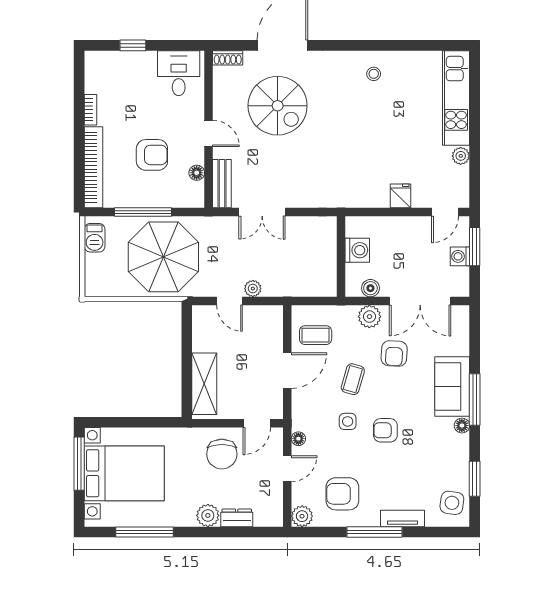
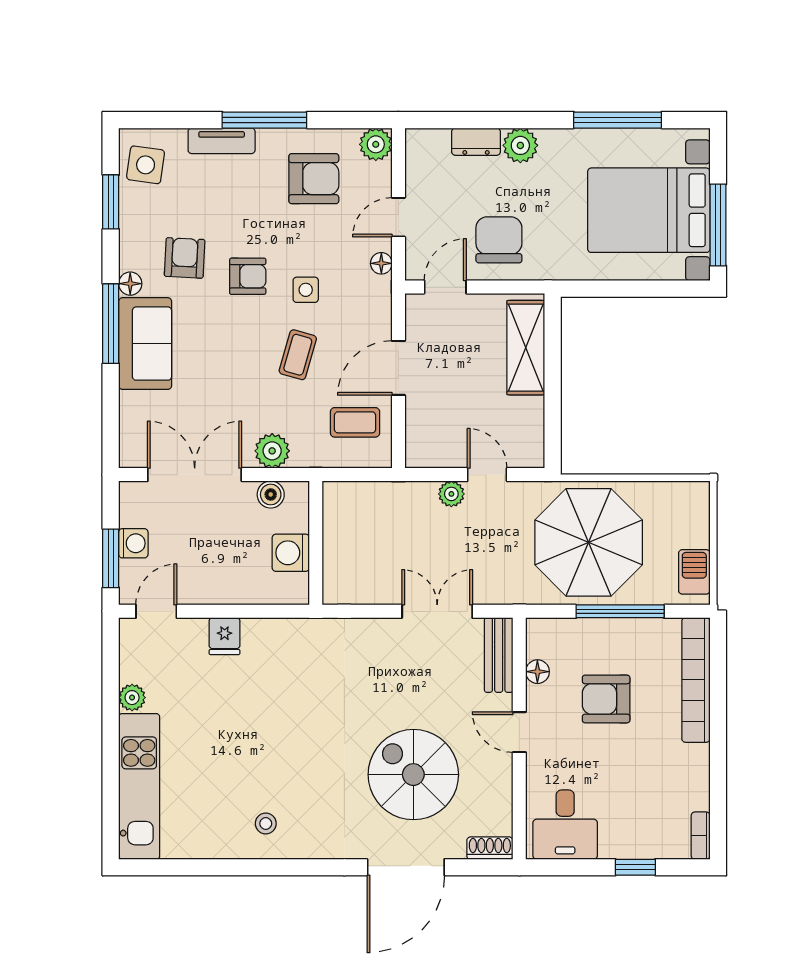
bookcase: (90, 110) -> (701, 836), moved
armchair: (394, 354) -> (185, 258), moved

